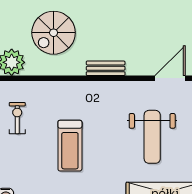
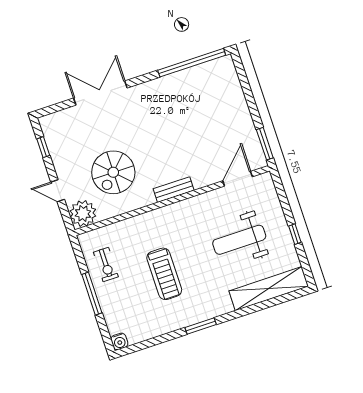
exercise bike: (17, 118) -> (106, 264), turned 180
weight bench: (152, 137) -> (239, 240), turned 90

